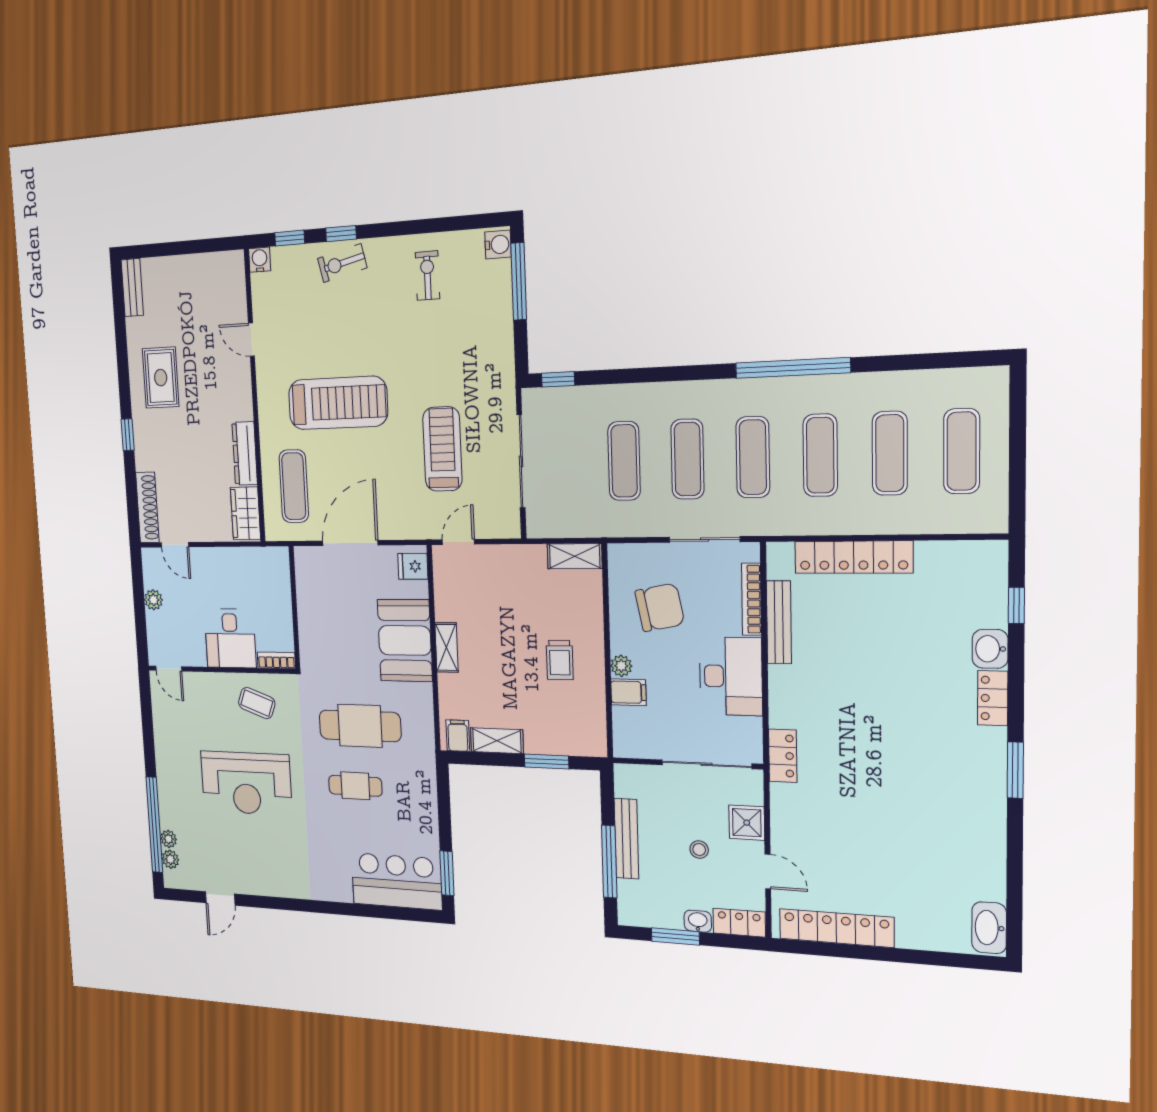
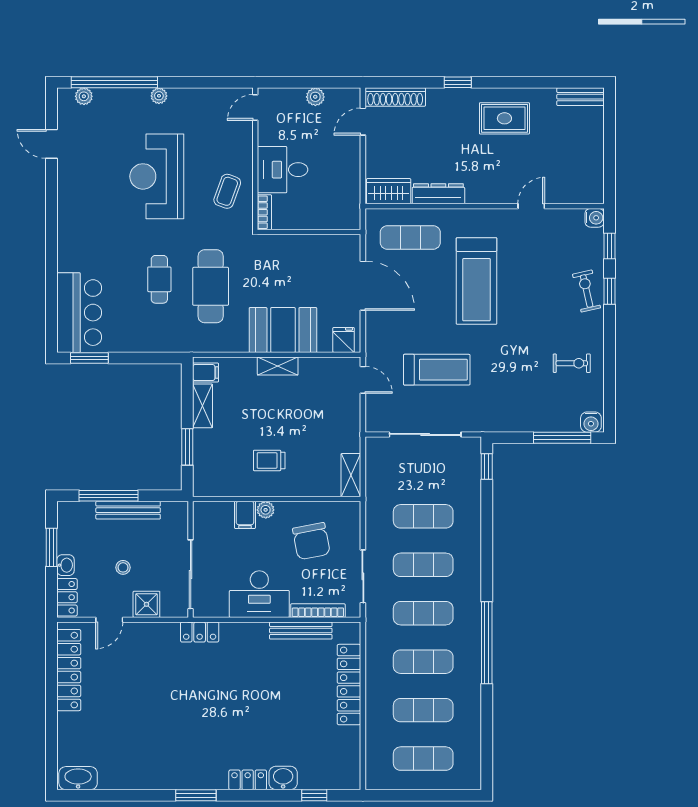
plant: (169, 839) -> (159, 96), moved

